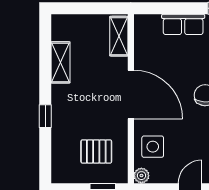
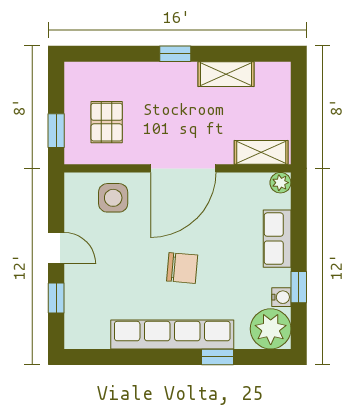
window: (45, 116) -> (175, 54), moved
plant: (141, 176) -> (280, 183), moved

